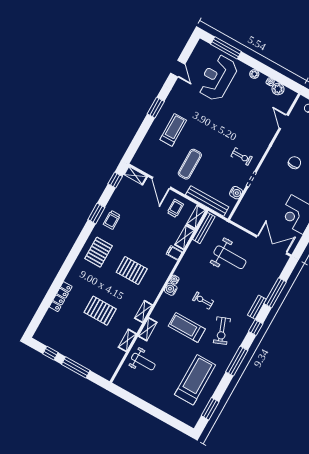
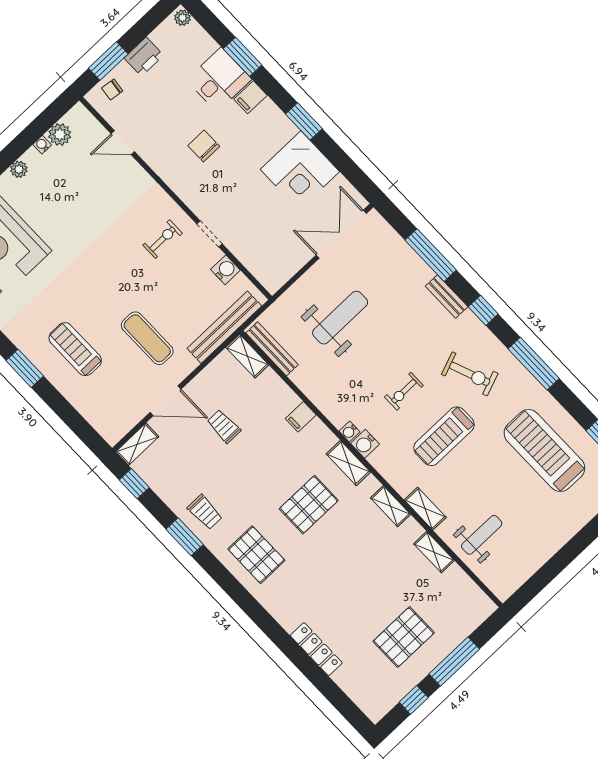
trolley: (175, 208) -> (224, 426), moved
shelving: (185, 237) -> (348, 463), moved
pallet: (100, 311) -> (404, 637), moved

